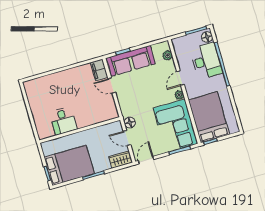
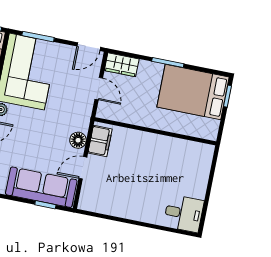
filing cabinet: (99, 70) -> (100, 141), moved
door: (112, 86) -> (83, 168), swing flipped
desk: (63, 121) -> (184, 213), moved, turned 90
floor lamp: (130, 123) -> (78, 140), moved

